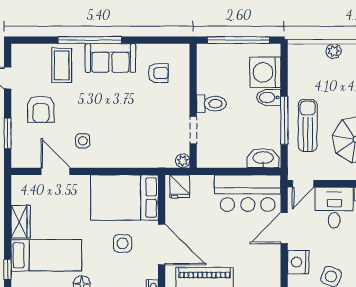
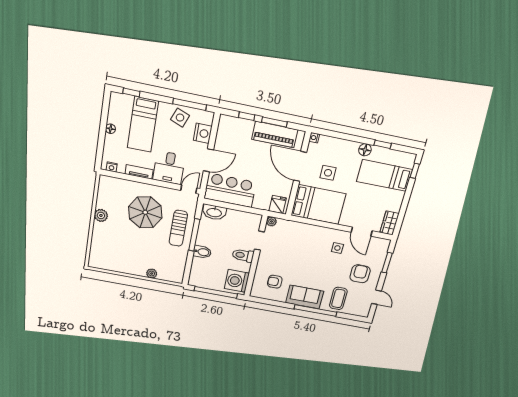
washing machine: (265, 72) -> (237, 281), moved, turned 180
wardrobe: (21, 222) -> (390, 223), moved

